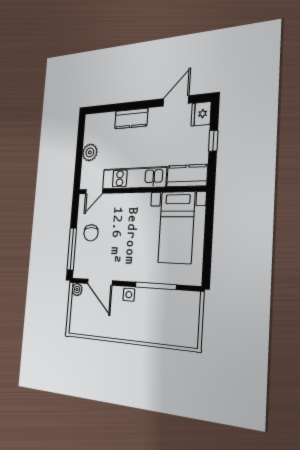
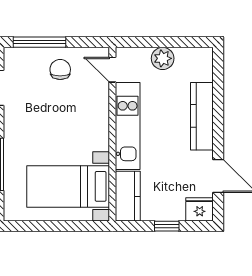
kitchen counter: (131, 119) -> (202, 116), width x1.50
chair: (91, 233) -> (60, 69), turned 90

